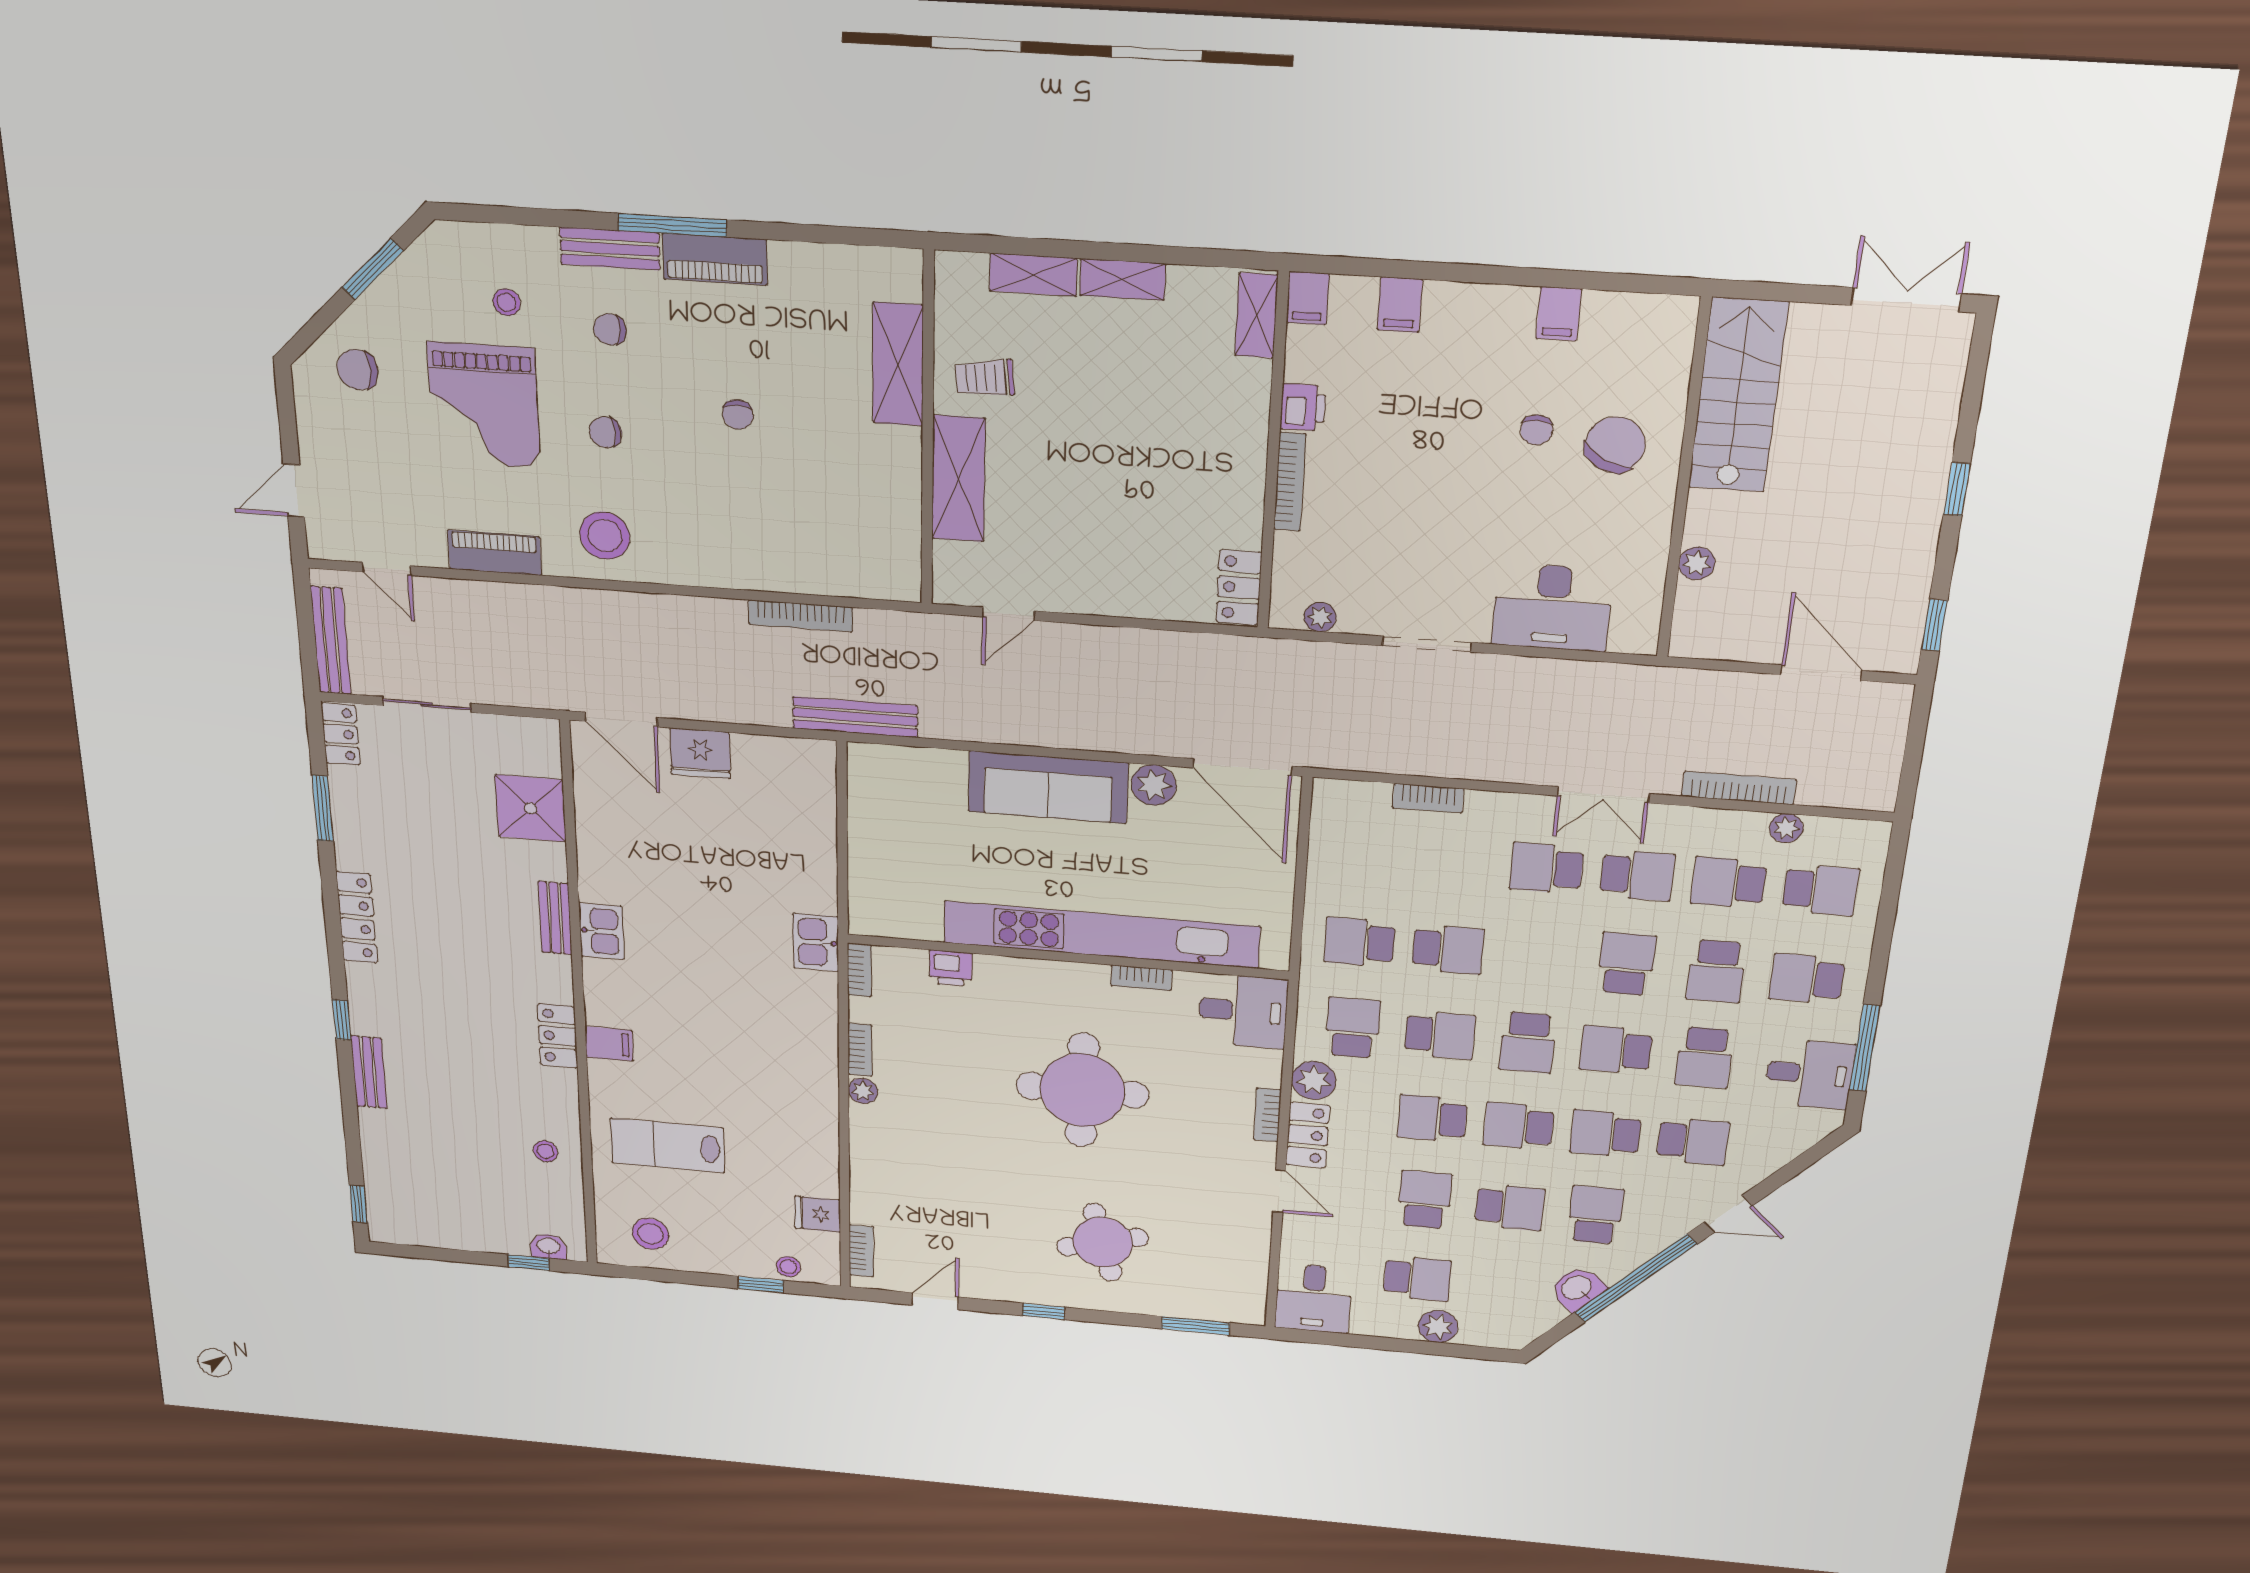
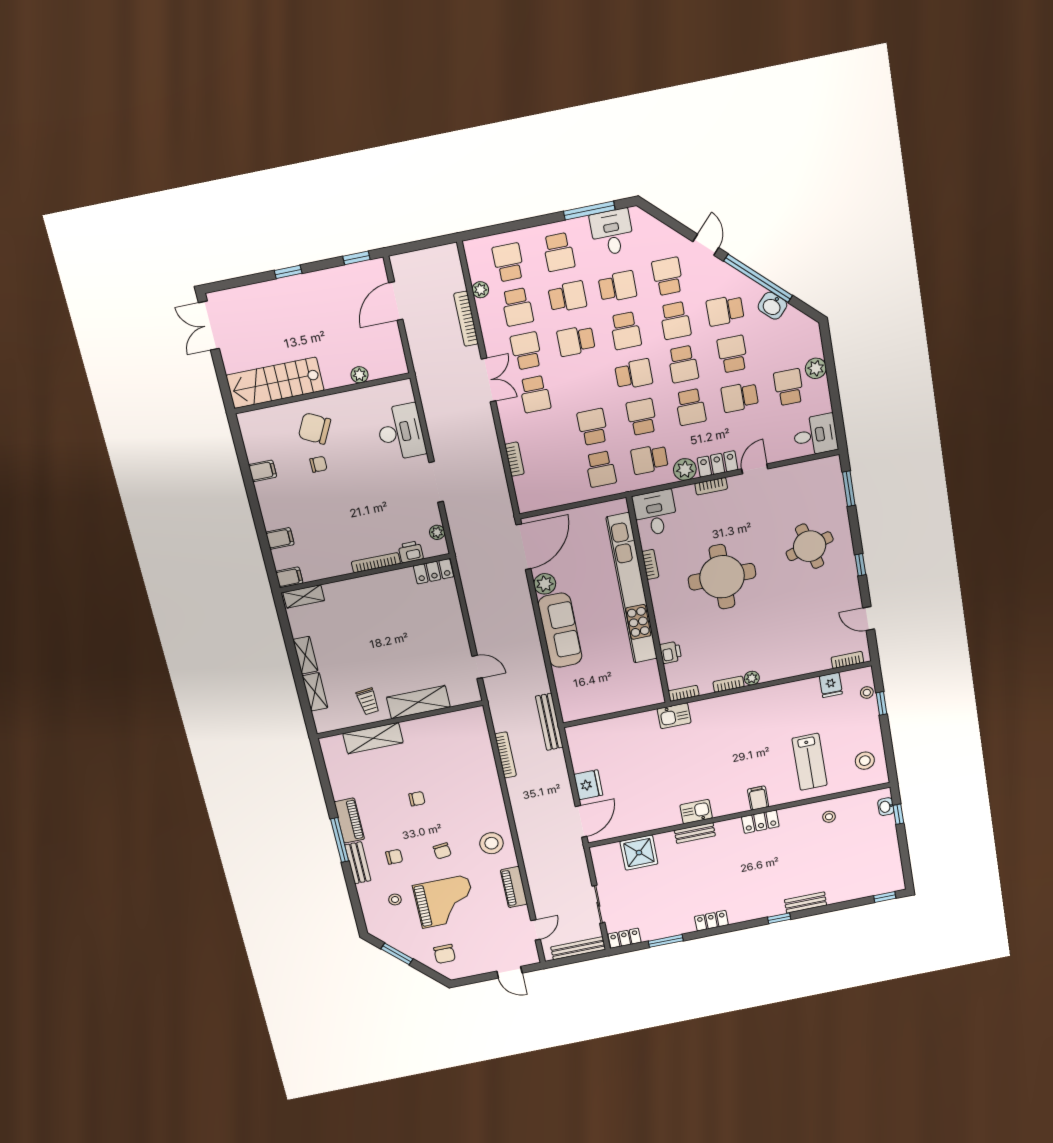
chair: (610, 329) -> (394, 857), turned -90
printer: (1303, 407) -> (411, 552), moved
locker: (357, 917) -> (711, 921), width x0.66

